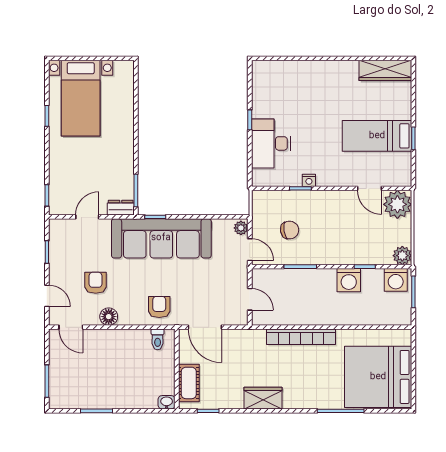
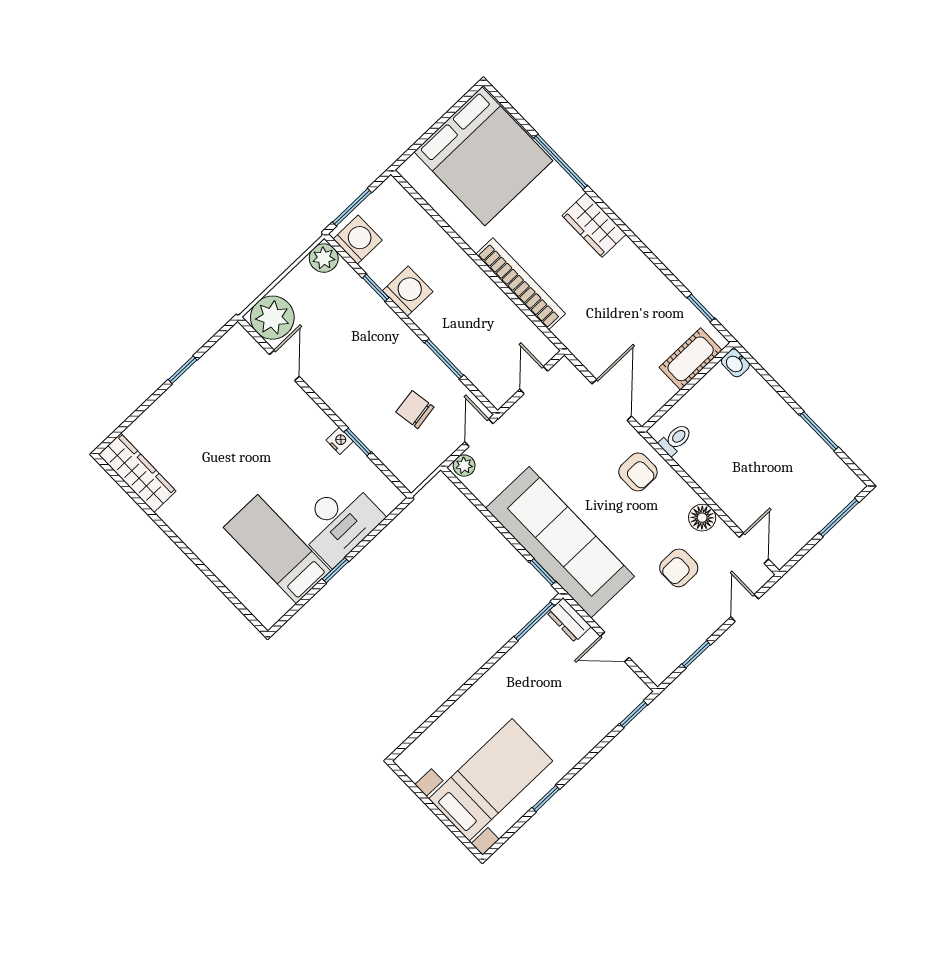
bed: (377, 136) -> (277, 549), moved, turned 180
armchair: (159, 307) -> (638, 472), turned -90
wardrobe: (263, 398) -> (594, 225), moved

